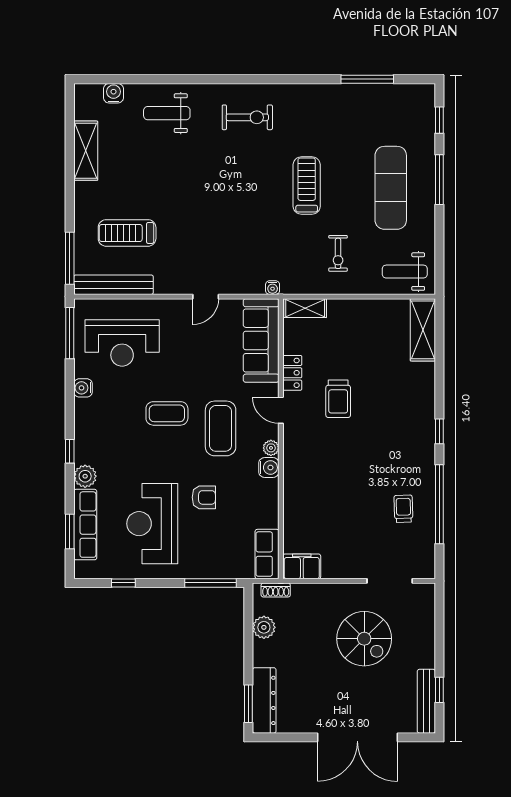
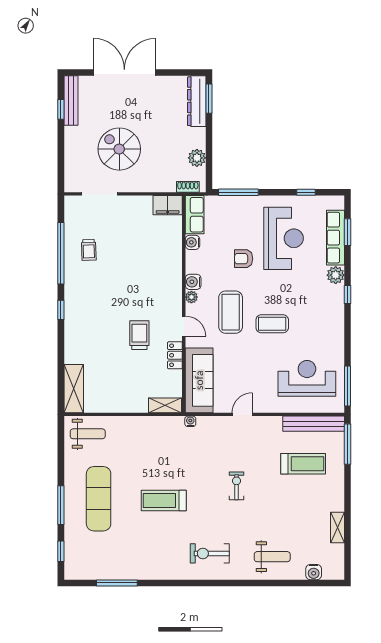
shelving: (86, 151) -> (337, 527), width x0.67, depth x0.75
treadmill: (307, 186) -> (164, 501), turned 90
exercise bike: (338, 253) -> (237, 486), moved
water cooler: (83, 388) -> (192, 242), moved, turned 180

